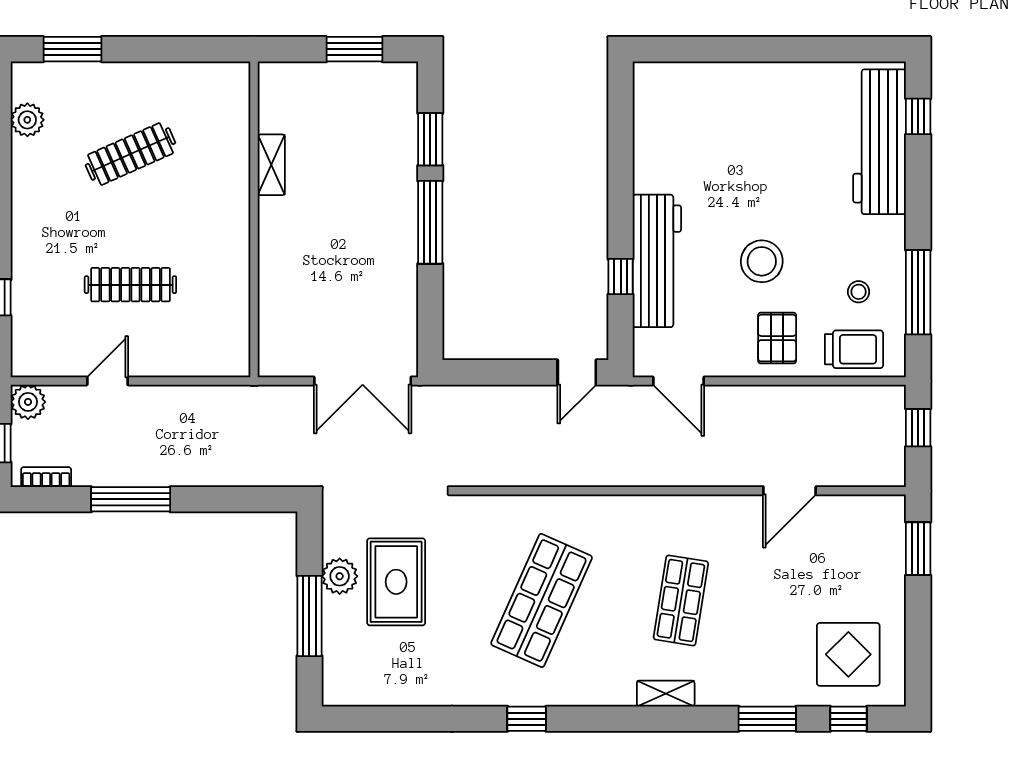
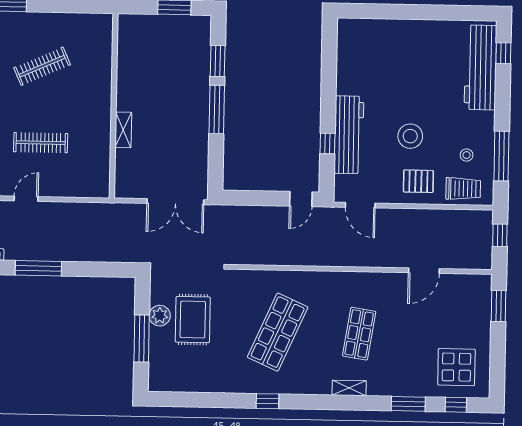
shelving: (271, 165) -> (123, 130), moved
pallet: (777, 338) -> (418, 181), turned 90

